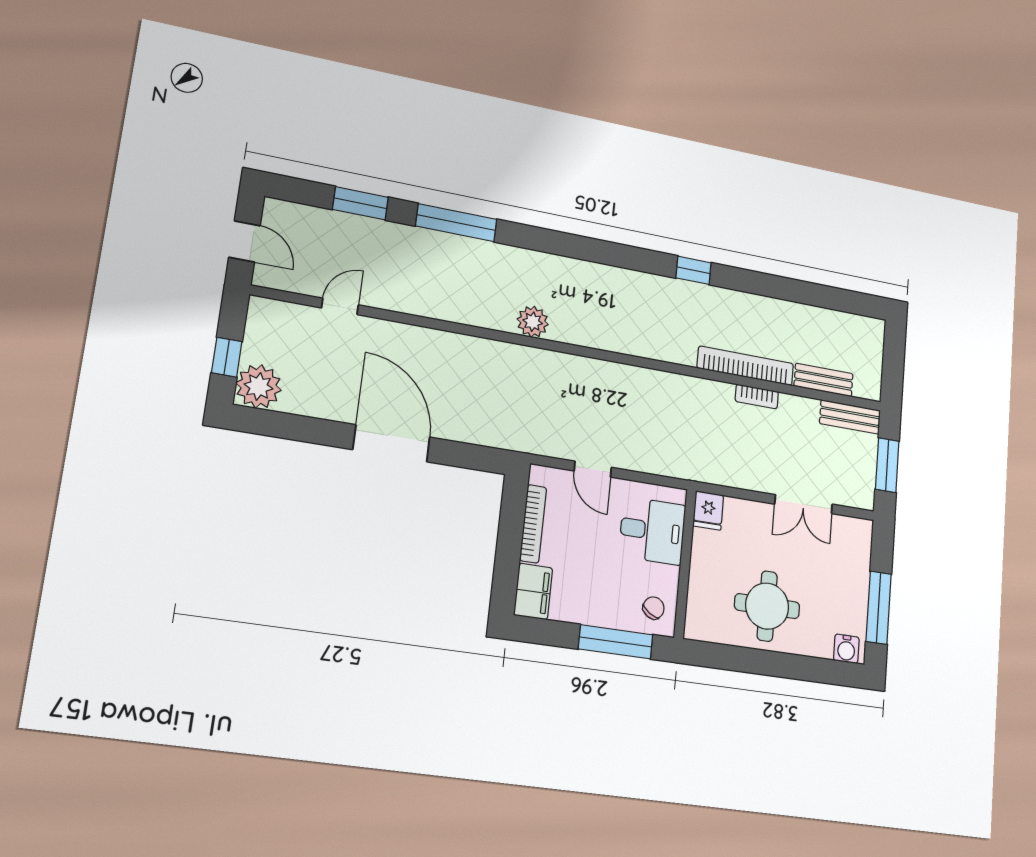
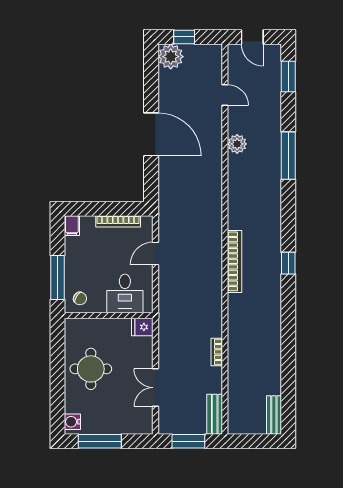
window: (360, 203) -> (288, 77), moved
door: (244, 241) -> (252, 37), hinge flipped
window: (694, 270) -> (288, 263), moved
plant: (533, 322) -> (237, 144), moved
bookcase: (745, 366) -> (235, 261), moved
bench: (824, 380) -> (274, 415), moved
door: (391, 443) -> (151, 134), hinge flipped
filing cabinet: (533, 591) -> (72, 226), width x0.50

